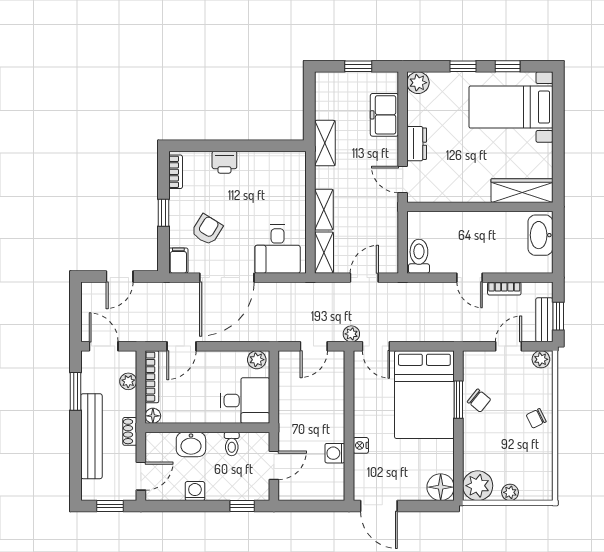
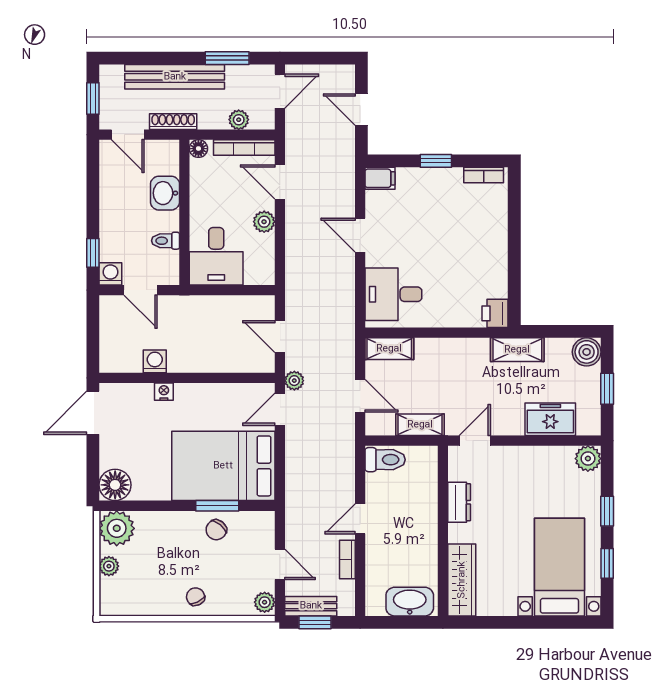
boiler: (327, 84) -> (587, 352), added
dresser: (417, 144) -> (459, 502), moved, turned -90
printer: (224, 162) -> (495, 313), moved
shelving: (324, 210) -> (420, 425), moved
armchair: (207, 230) -> (416, 212), removed
door: (227, 278) -> (360, 235), width x0.53
plant: (257, 360) -> (264, 222), moved
shoe rack: (130, 431) -> (173, 122), width x1.43
washing machine: (195, 491) -> (110, 274), moved, turned -90

